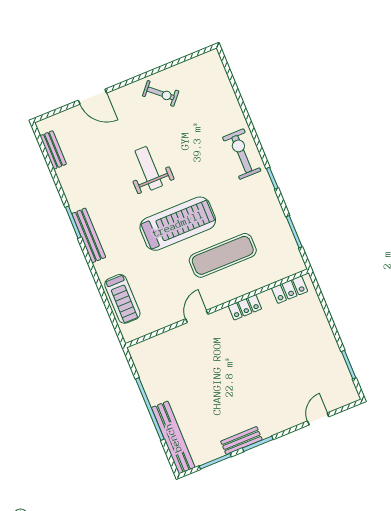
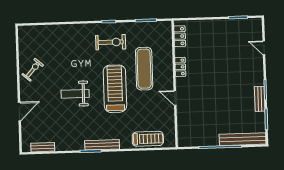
exercise bike: (242, 154) -> (111, 42), moved, turned 180

